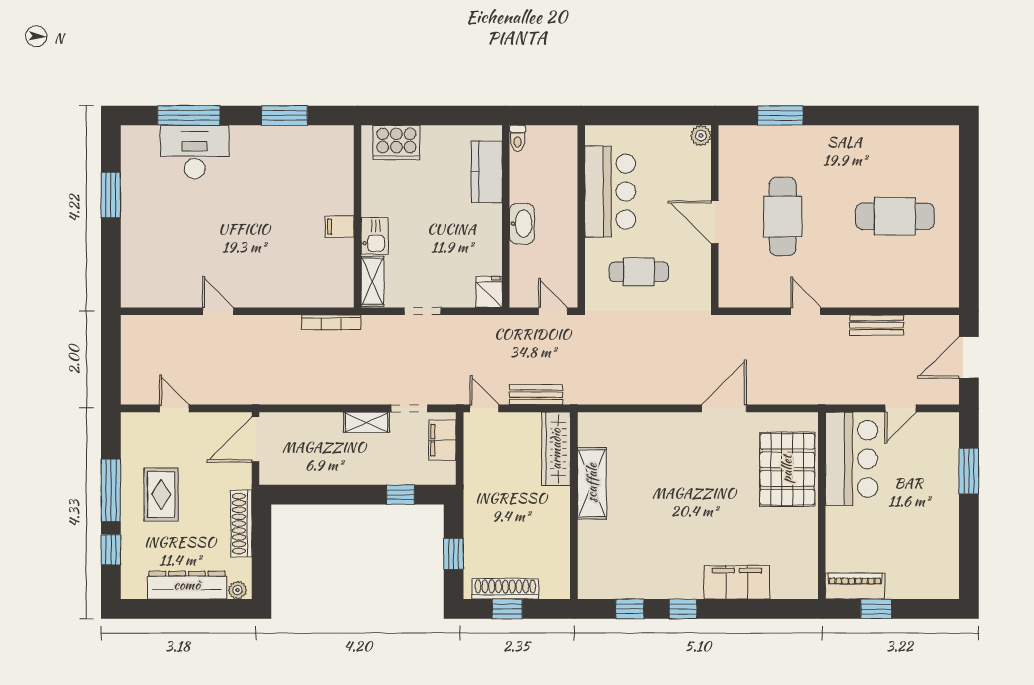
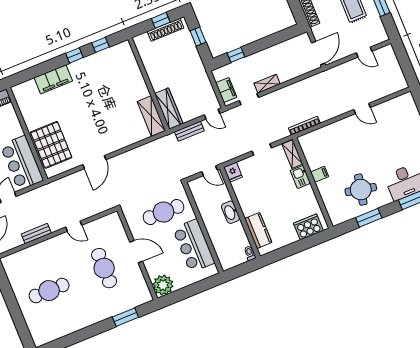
plant: (701, 136) -> (163, 285), width x1.88, depth x1.88
round table: (278, 170) -> (361, 190), added
cafe table: (639, 272) -> (164, 212), width x1.37, depth x1.35
door: (553, 311) -> (210, 171), moved
shelving: (592, 483) -> (151, 116), moved

